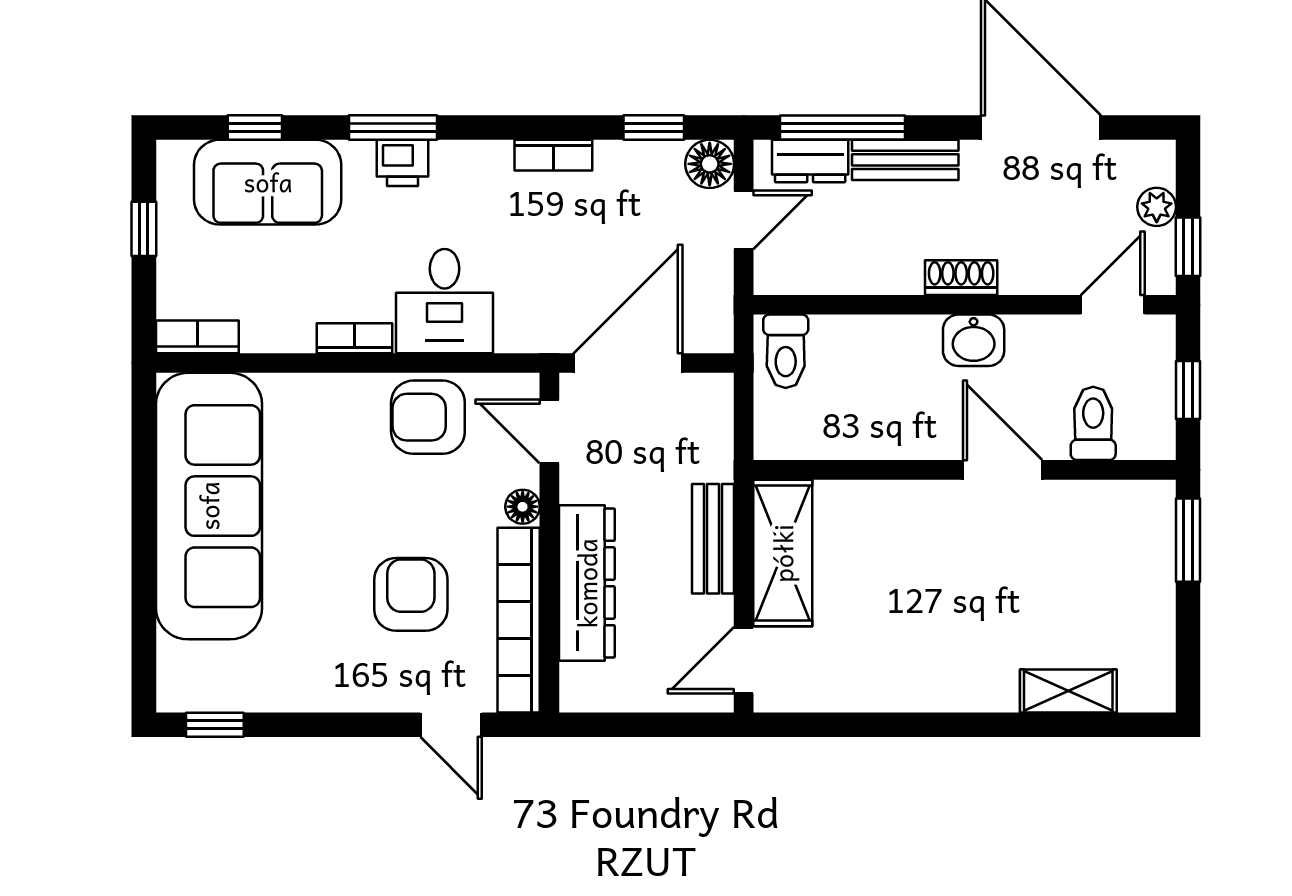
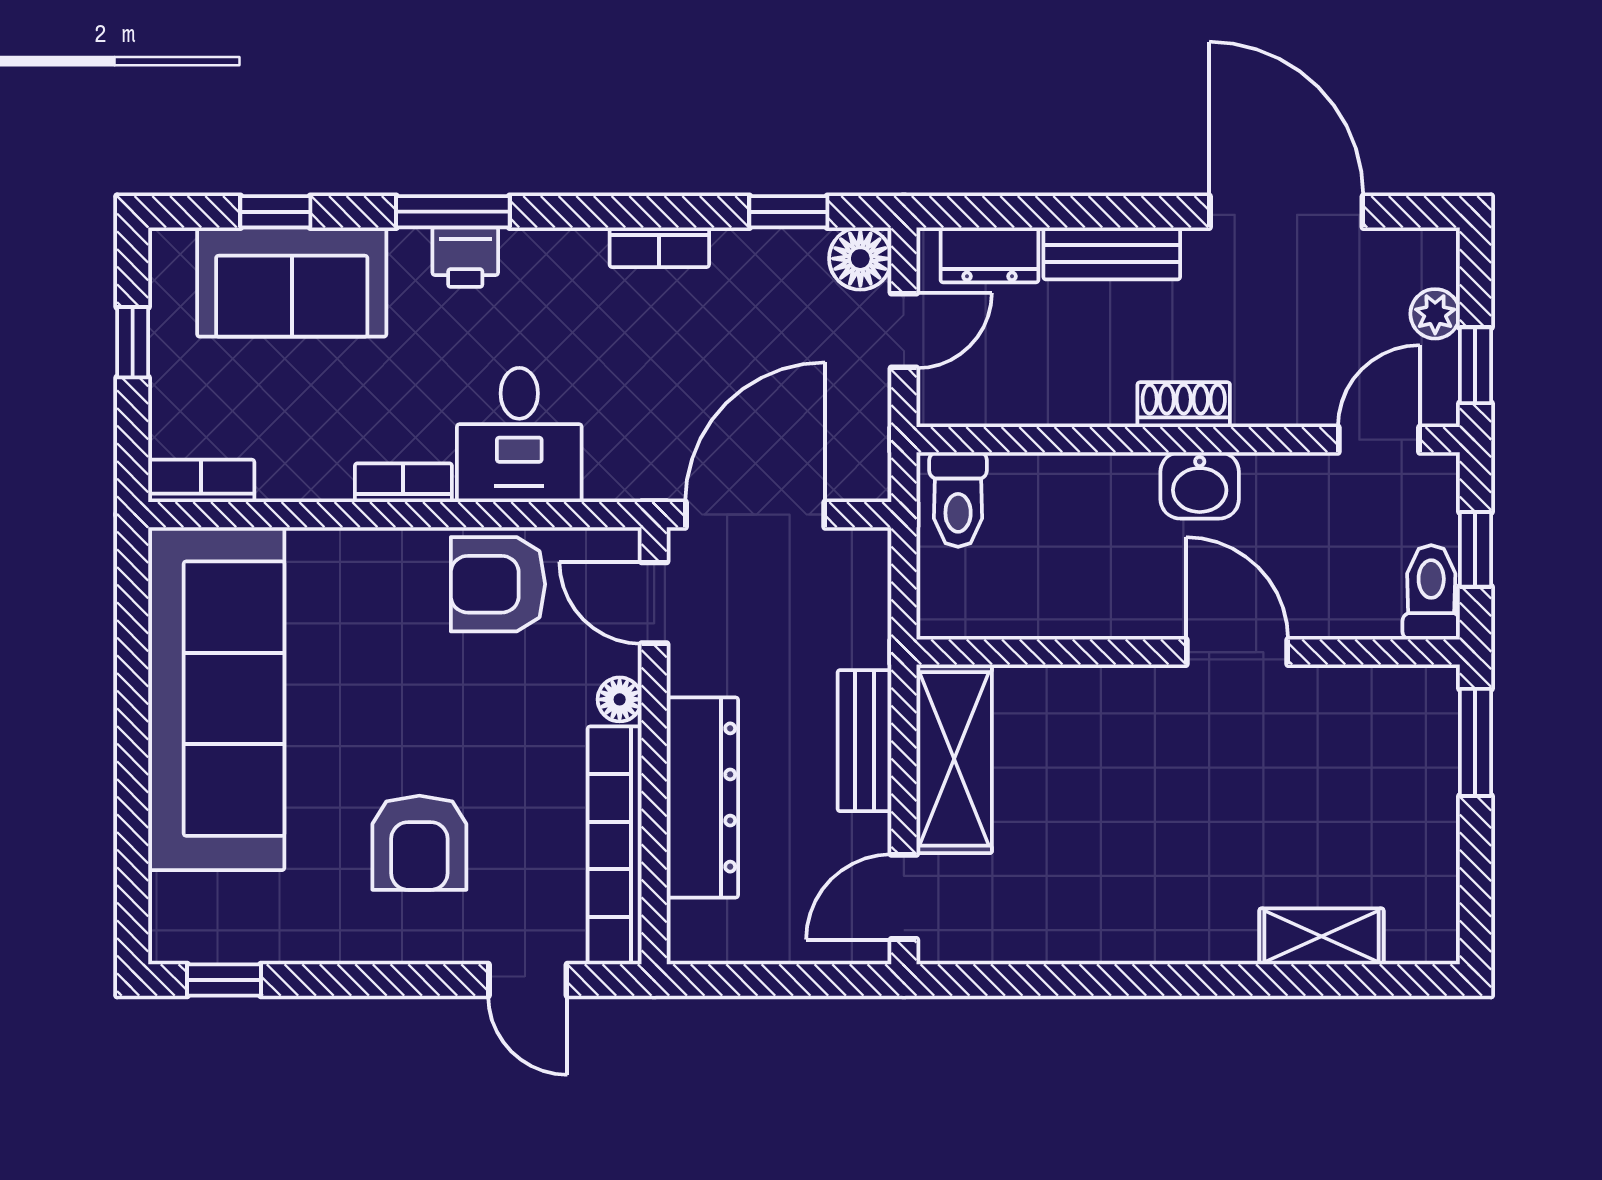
window: (842, 127) -> (1031, 212), removed
toilet: (1093, 423) -> (1431, 592), moved
armchair: (411, 594) -> (419, 843), moved, turned 180

